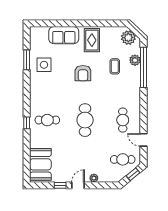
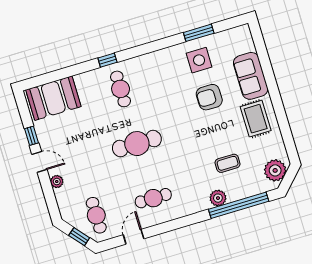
rug: (92, 40) -> (256, 119), turned 90
plant: (135, 60) -> (218, 198), moved
armchair: (83, 73) -> (209, 97), moved

